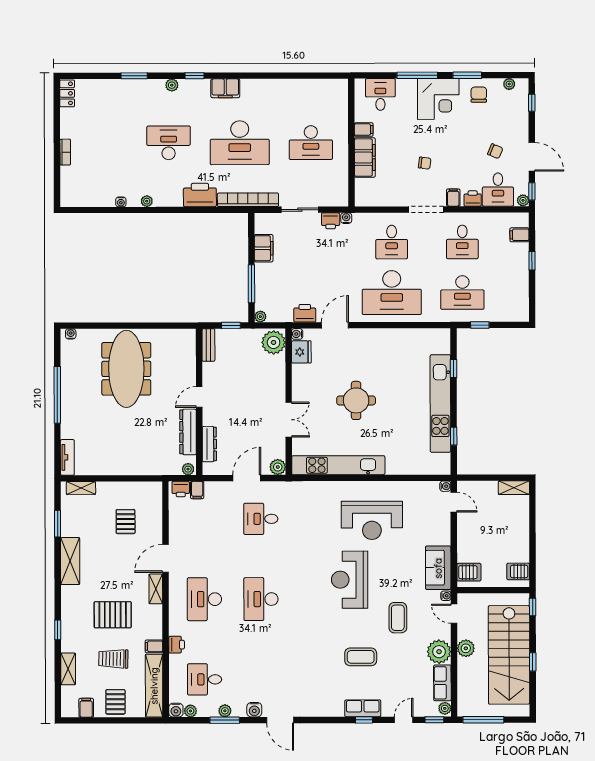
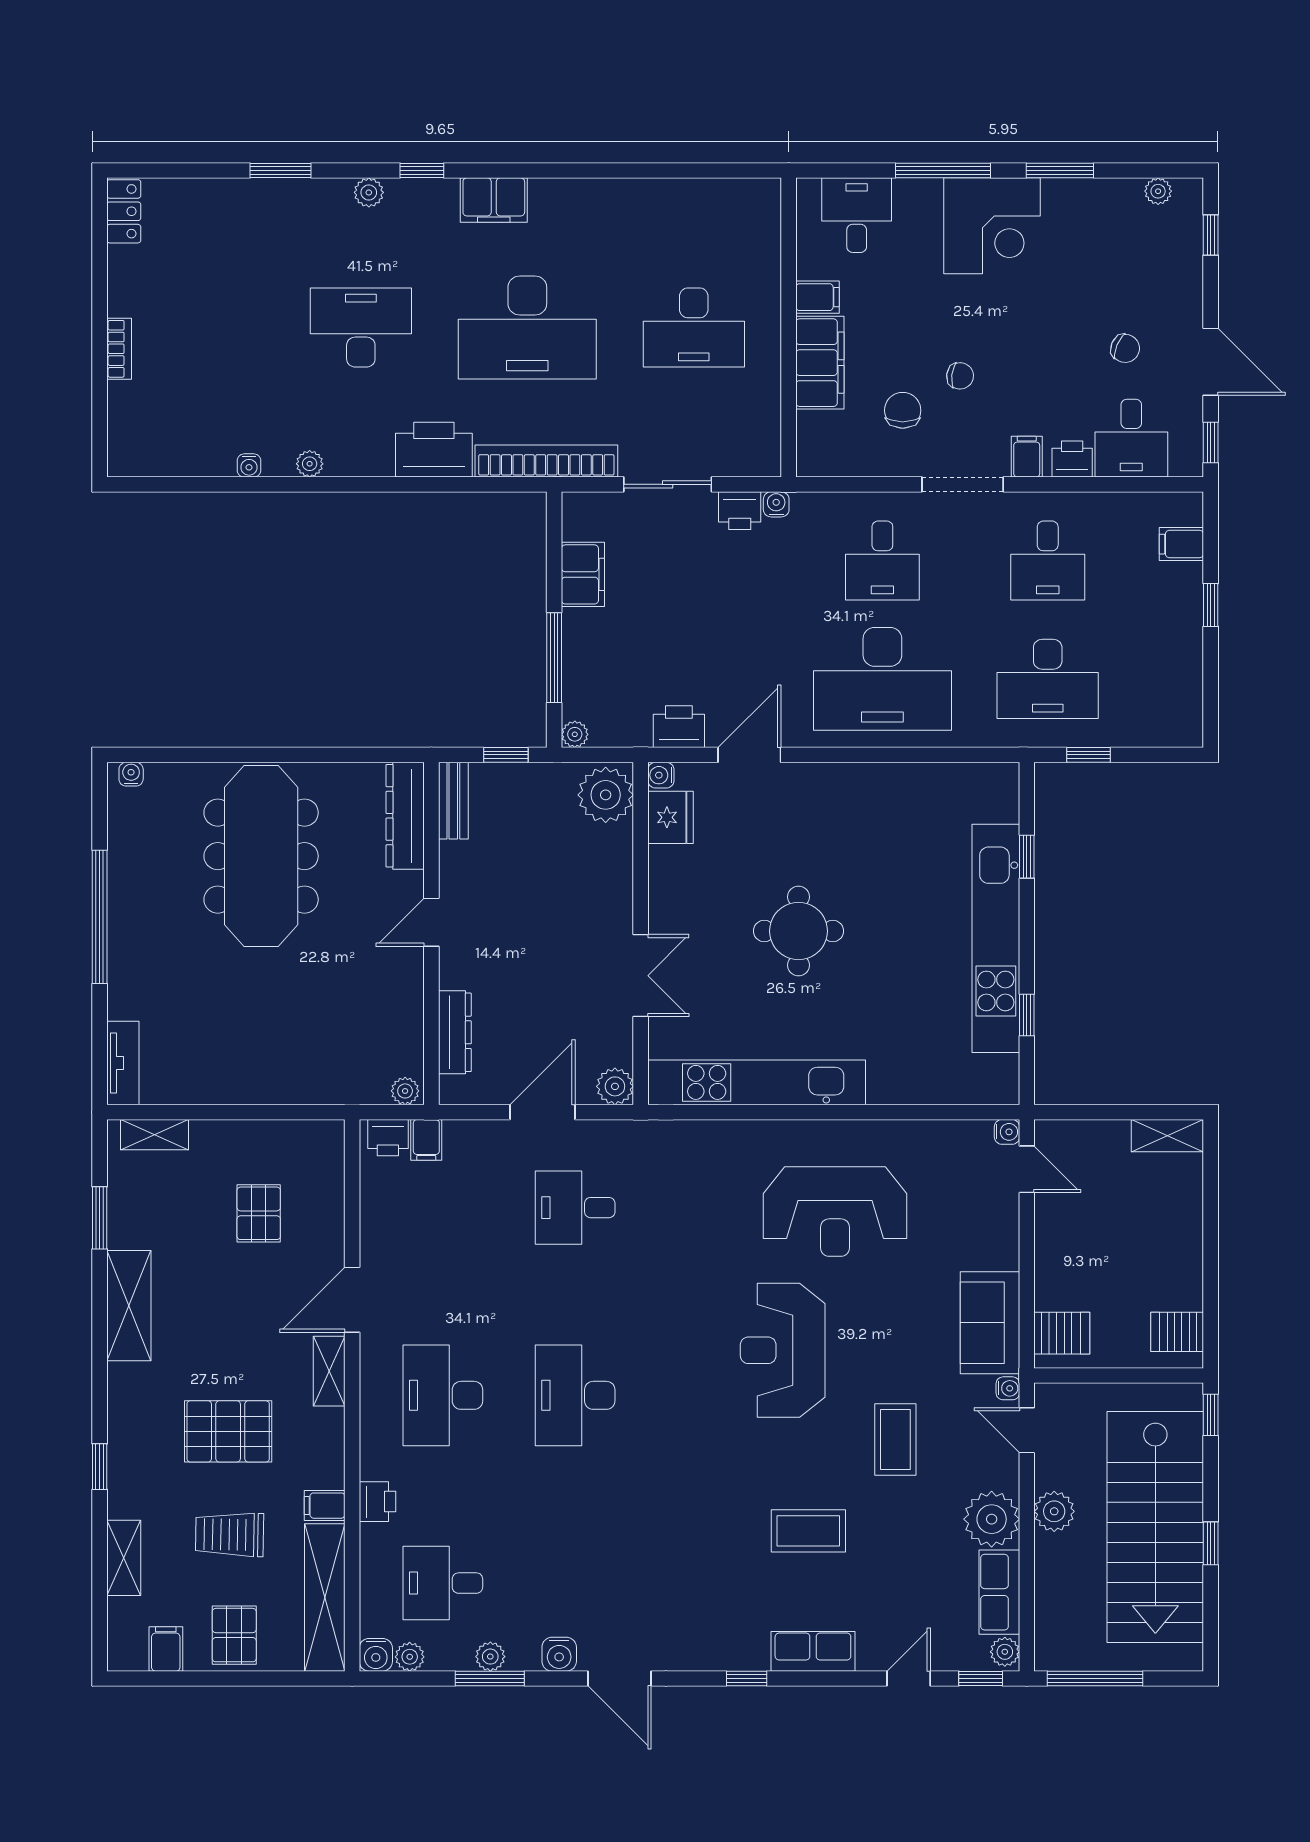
chair: (479, 95) -> (903, 410), moved
plant: (523, 200) -> (1190, 464), removed
dresser: (188, 432) -> (405, 816), moved
window: (364, 720) -> (747, 1679), moved

